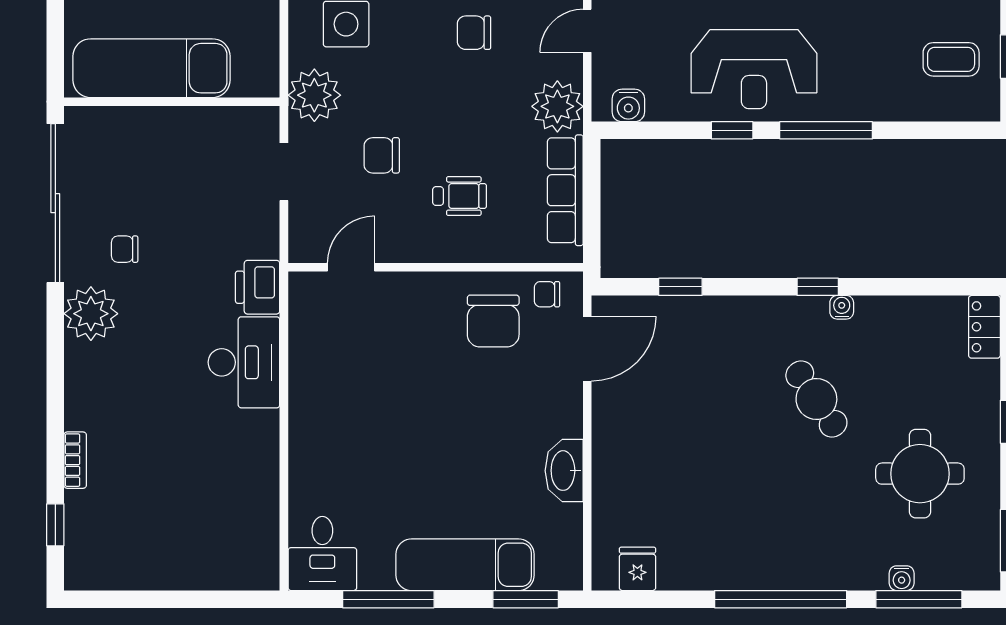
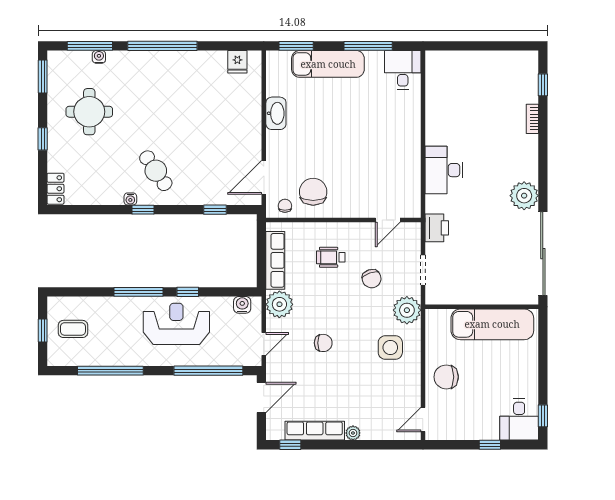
chair: (382, 155) -> (372, 279), turned 71
chair: (125, 249) -> (506, 229), removed
printer: (258, 287) -> (437, 228), moved
chair: (547, 294) -> (285, 206), turned -90
cafe table: (816, 399) -> (156, 171), moved

